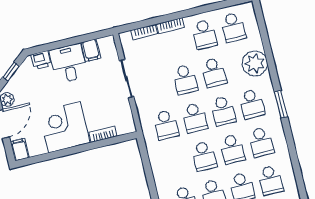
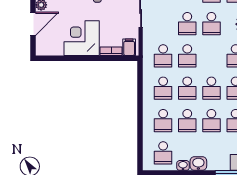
school desk: (223, 111) -> (163, 88), moved
filing cabinet: (20, 150) -> (129, 47), moved

